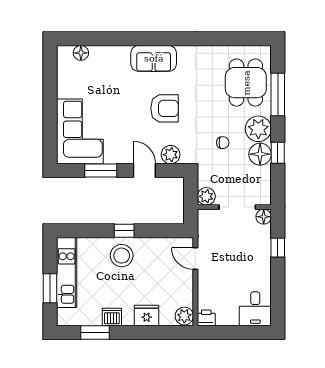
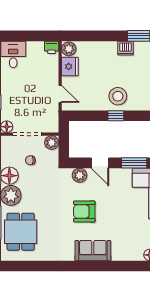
chair: (223, 143) -> (30, 160), moved
fridge: (147, 316) -> (70, 67), moved, turned -90

